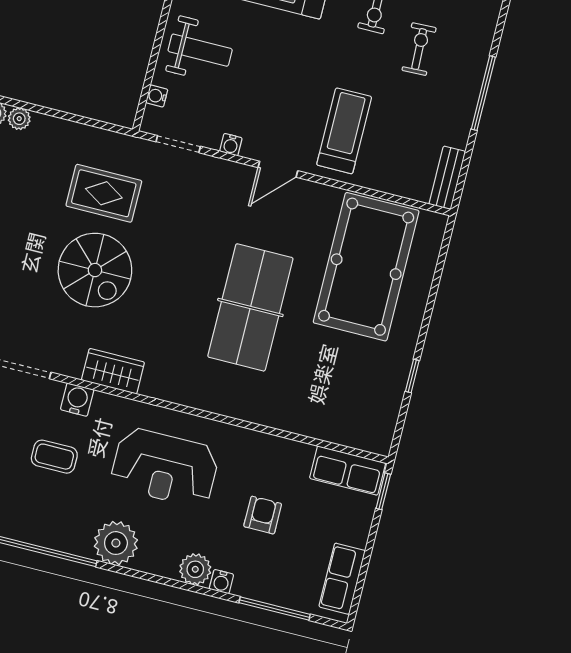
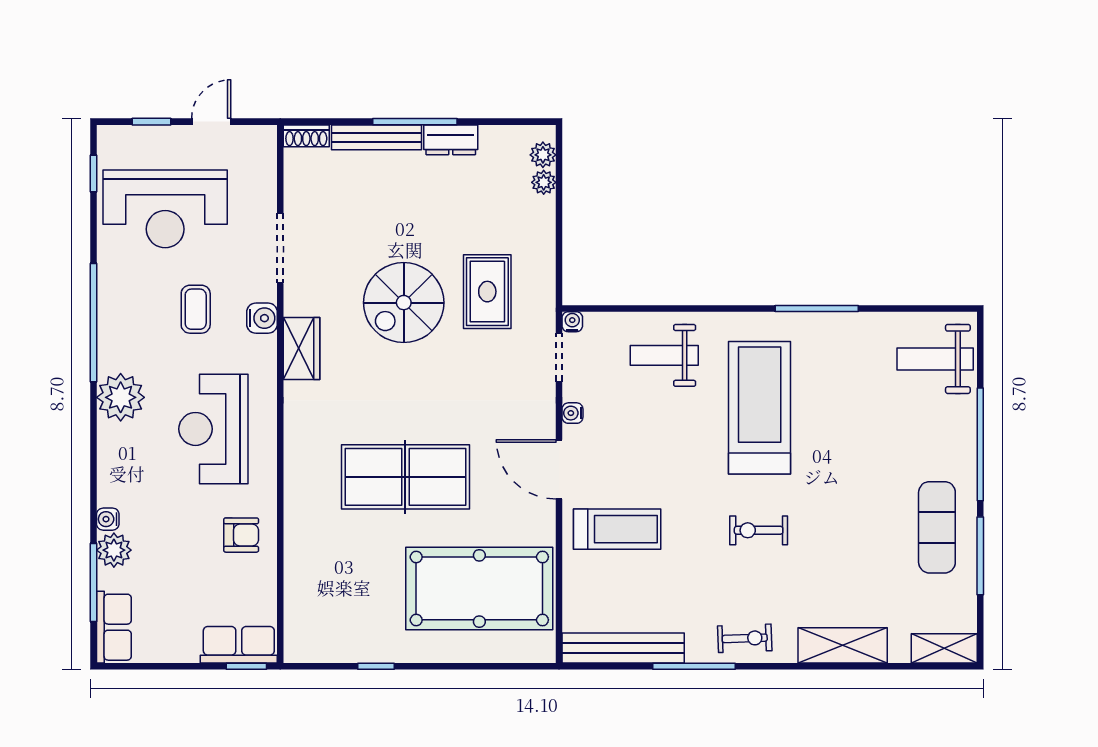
exercise bike: (419, 49) -> (745, 638), moved
weight bench: (200, 50) -> (664, 355), turned 90
water cooler: (157, 96) -> (572, 322), moved
door: (278, 169) -> (559, 469), width x1.38
bench: (447, 178) -> (623, 648), width x1.86, depth x1.21
row of seats: (348, 471) -> (239, 645), moved, turned 90
armchair: (263, 515) -> (241, 535), moved
plant: (195, 569) -> (114, 550), moved
row of seats: (342, 579) -> (114, 627), moved, turned 90

